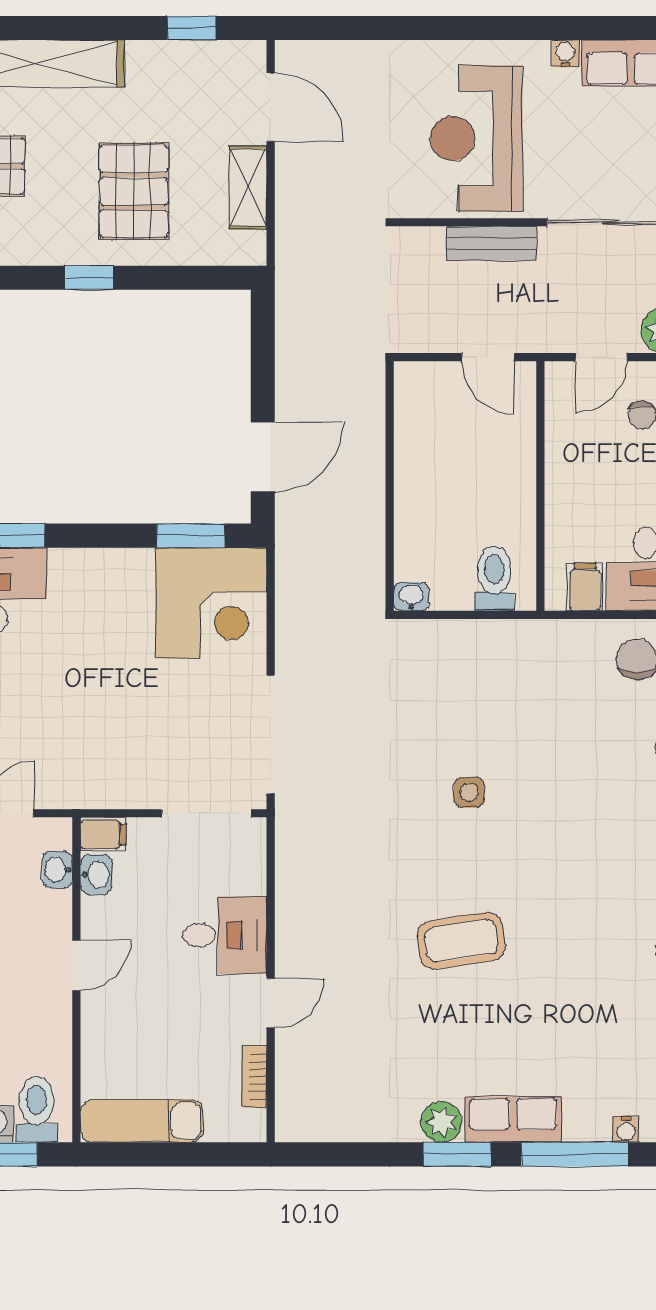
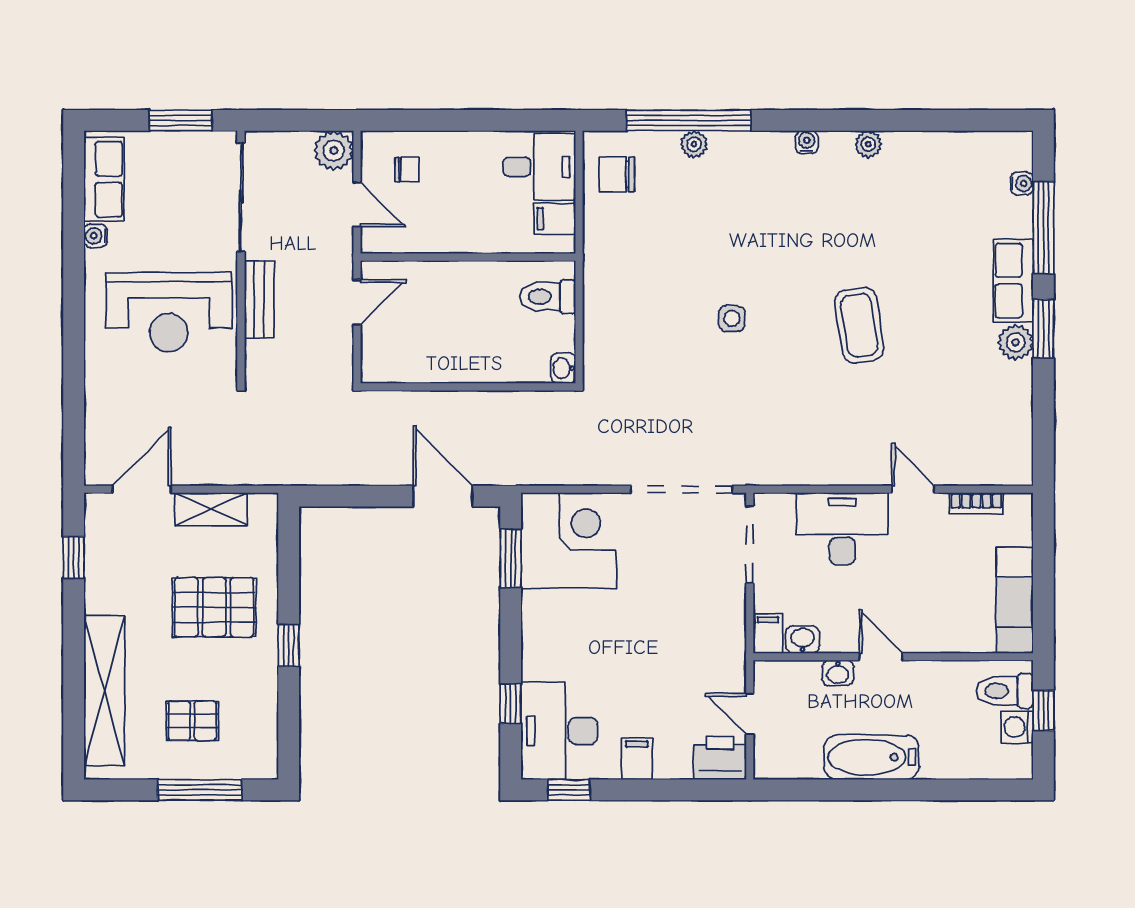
washbasin: (57, 870) -> (838, 673), moved
desk: (225, 935) -> (842, 529), width x1.37

